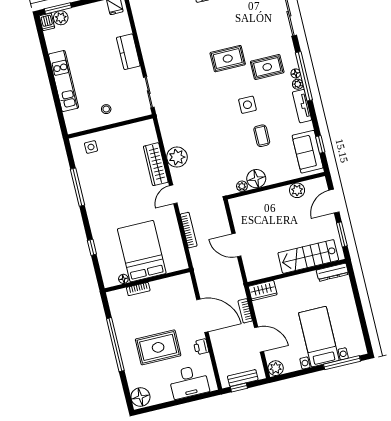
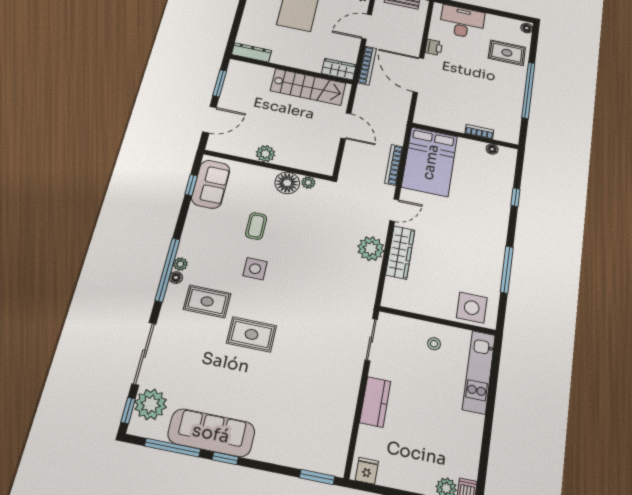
kitchen unit: (64, 81) -> (479, 372), moved
tv unit: (302, 106) -> (189, 237), removed
side table: (91, 147) -> (472, 308), width x1.87, depth x1.87
plant: (297, 190) -> (266, 154), moved
bed: (142, 251) -> (430, 162), moved
stairs: (308, 256) -> (308, 87), moved
bookcase: (245, 311) -> (367, 66), width x1.56
door: (259, 339) -> (367, 27), hinge flipped
rug: (158, 347) -> (507, 53), moved, width x0.73, depth x0.70
floor lamp: (140, 397) -> (527, 28), width x0.53, depth x0.53

